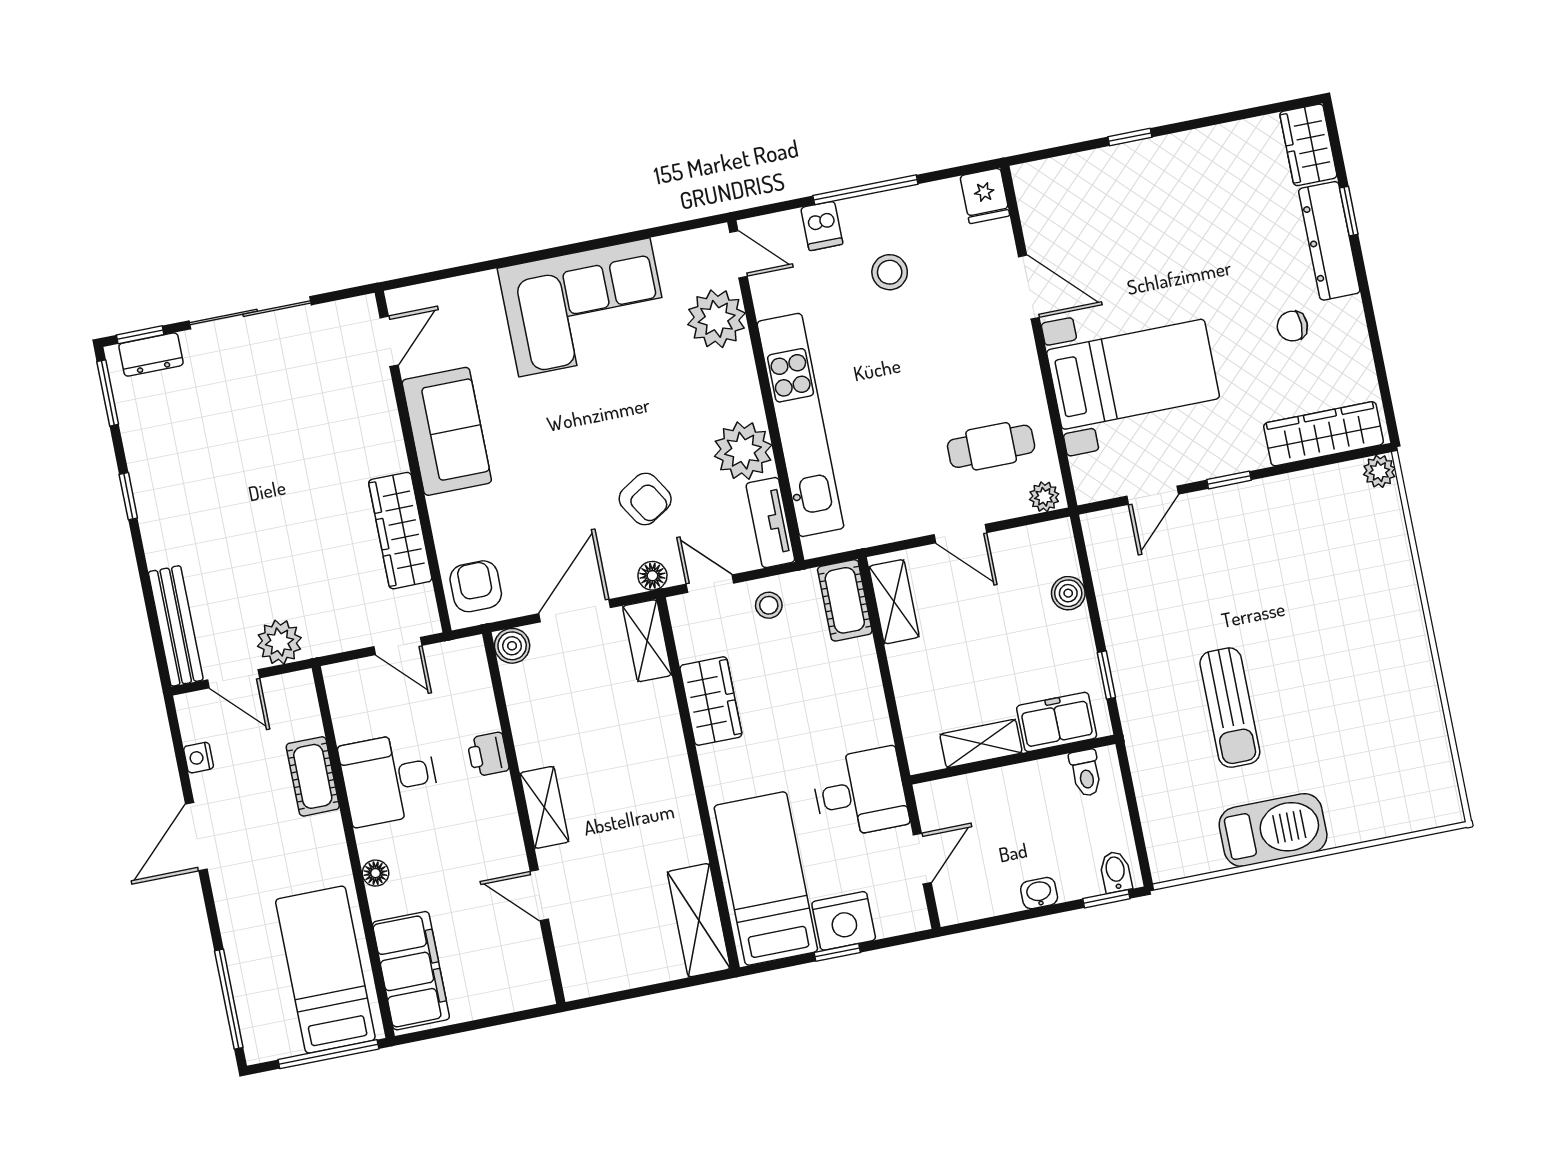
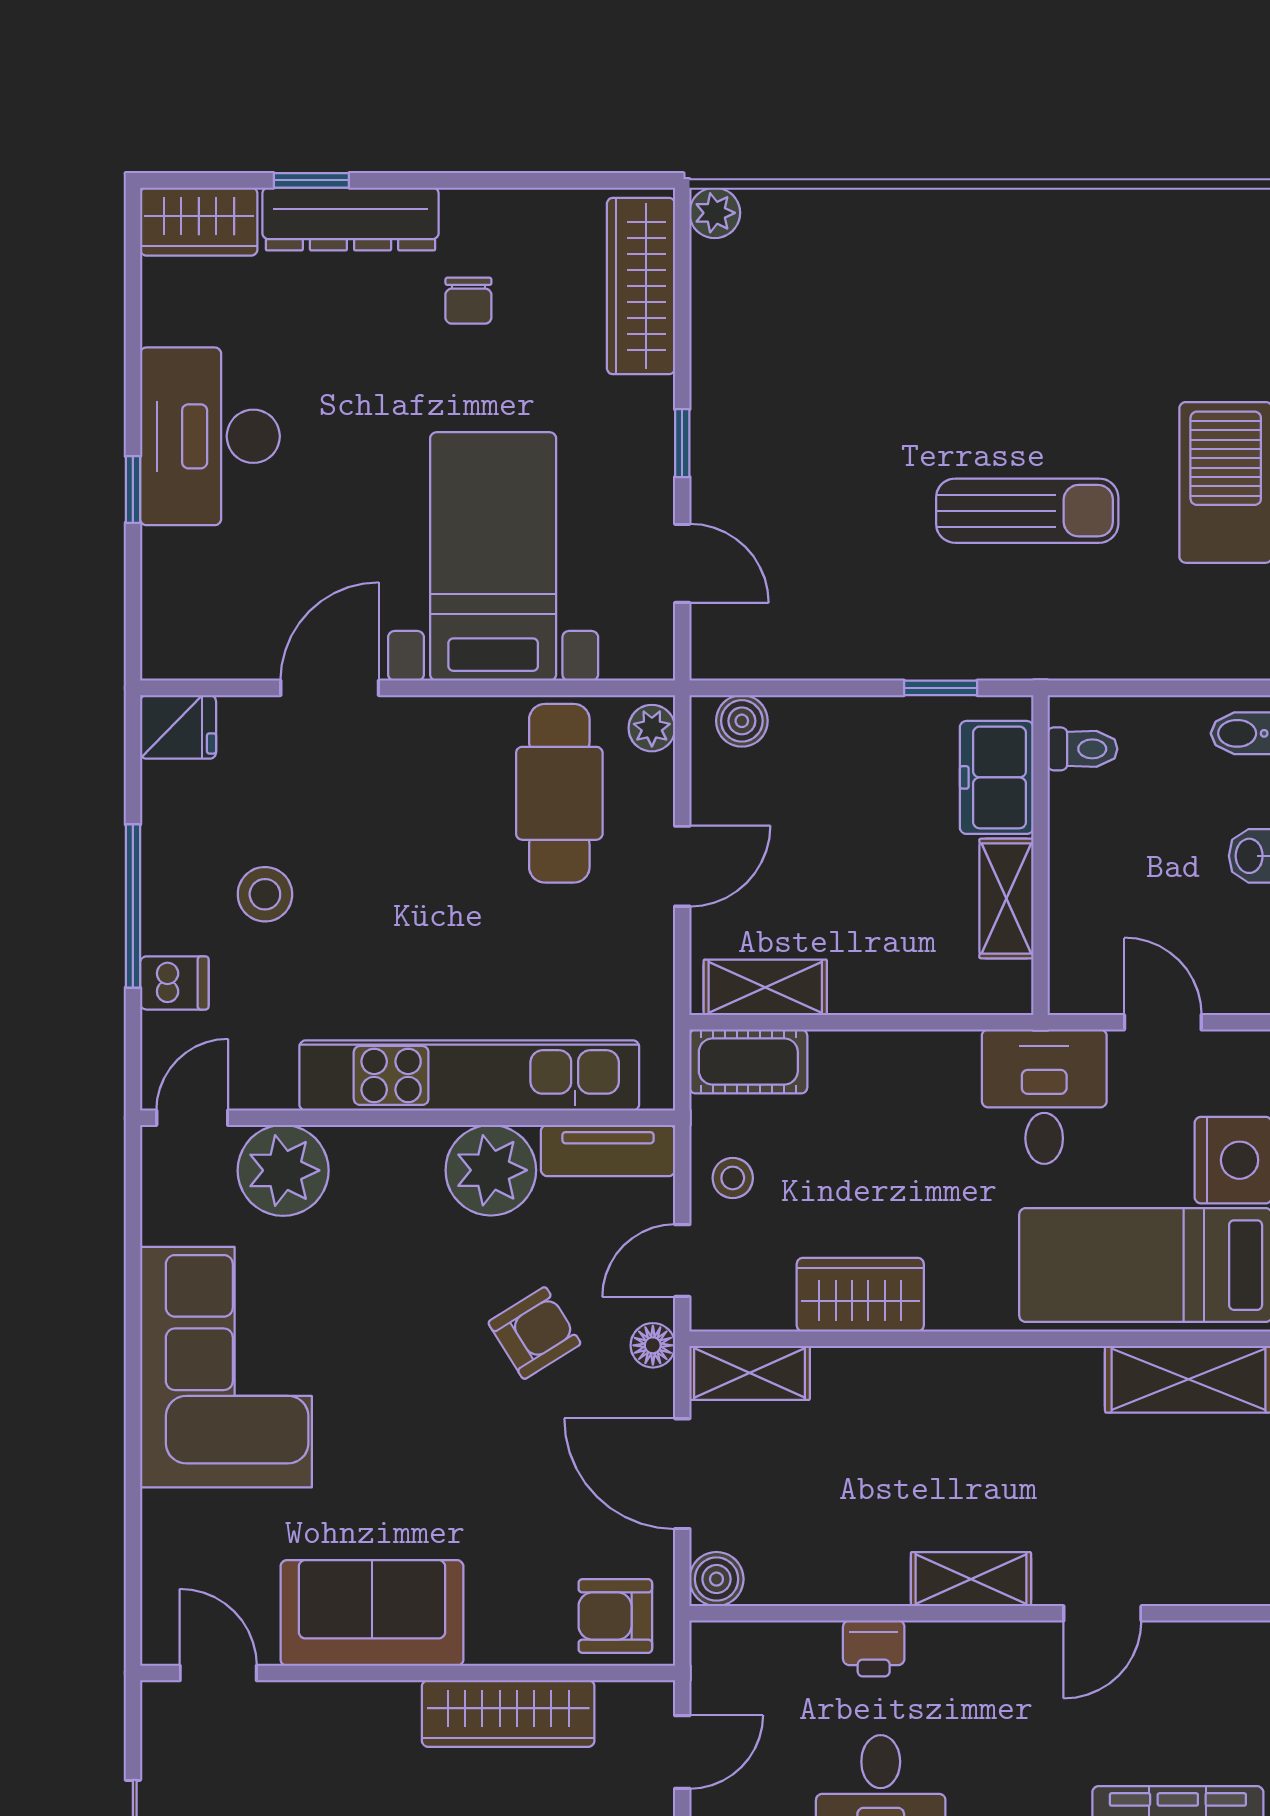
desk: (1173, 179) -> (210, 436), added
cafe table: (991, 446) -> (559, 793), width x1.37, depth x1.35
boiler: (1068, 593) -> (742, 721), moved

